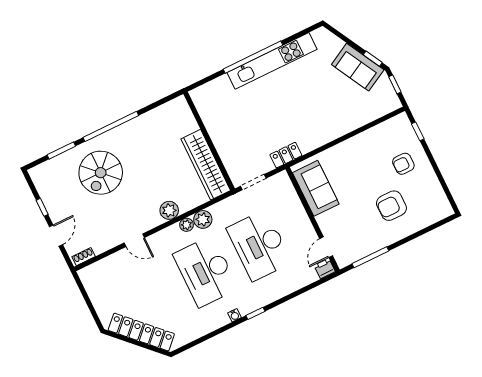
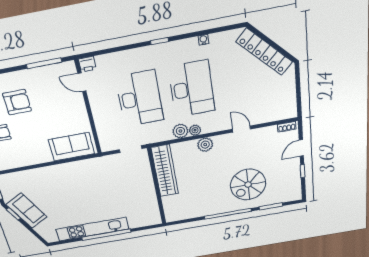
locker: (286, 155) -> (98, 163), removed
spiral stairs: (101, 173) -> (248, 185), turned 180
sofa: (316, 188) -> (71, 147), moved, turned 90
door: (326, 247) -> (82, 82), swing flipped
water cooler: (234, 315) -> (203, 40), moved

